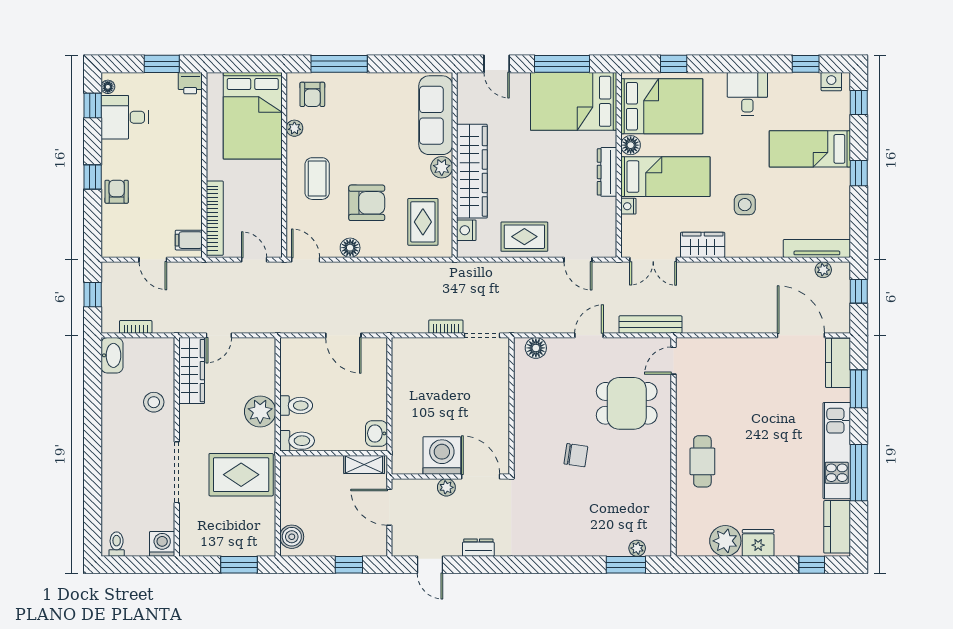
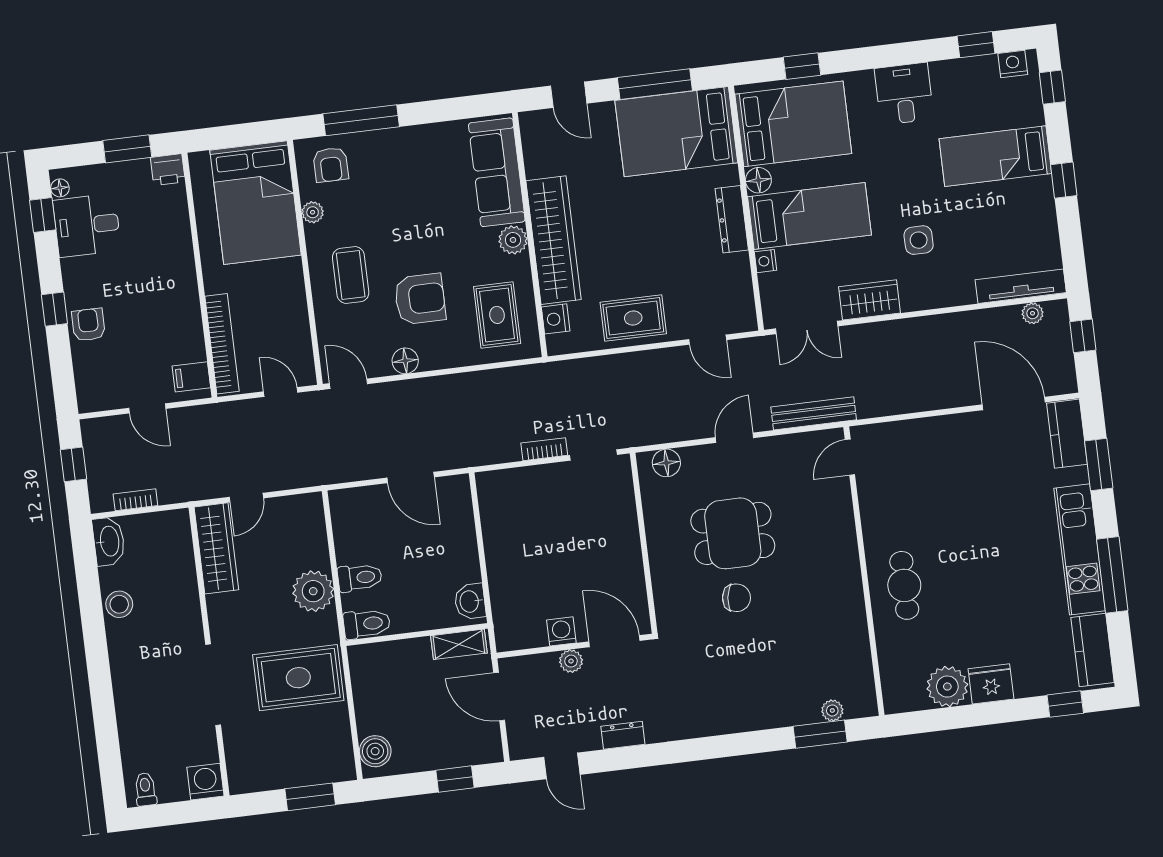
stool: (154, 402) -> (119, 604), moved
dining table: (627, 403) -> (733, 533), moved
washing machine: (442, 455) -> (561, 631), width x0.53, depth x0.53

